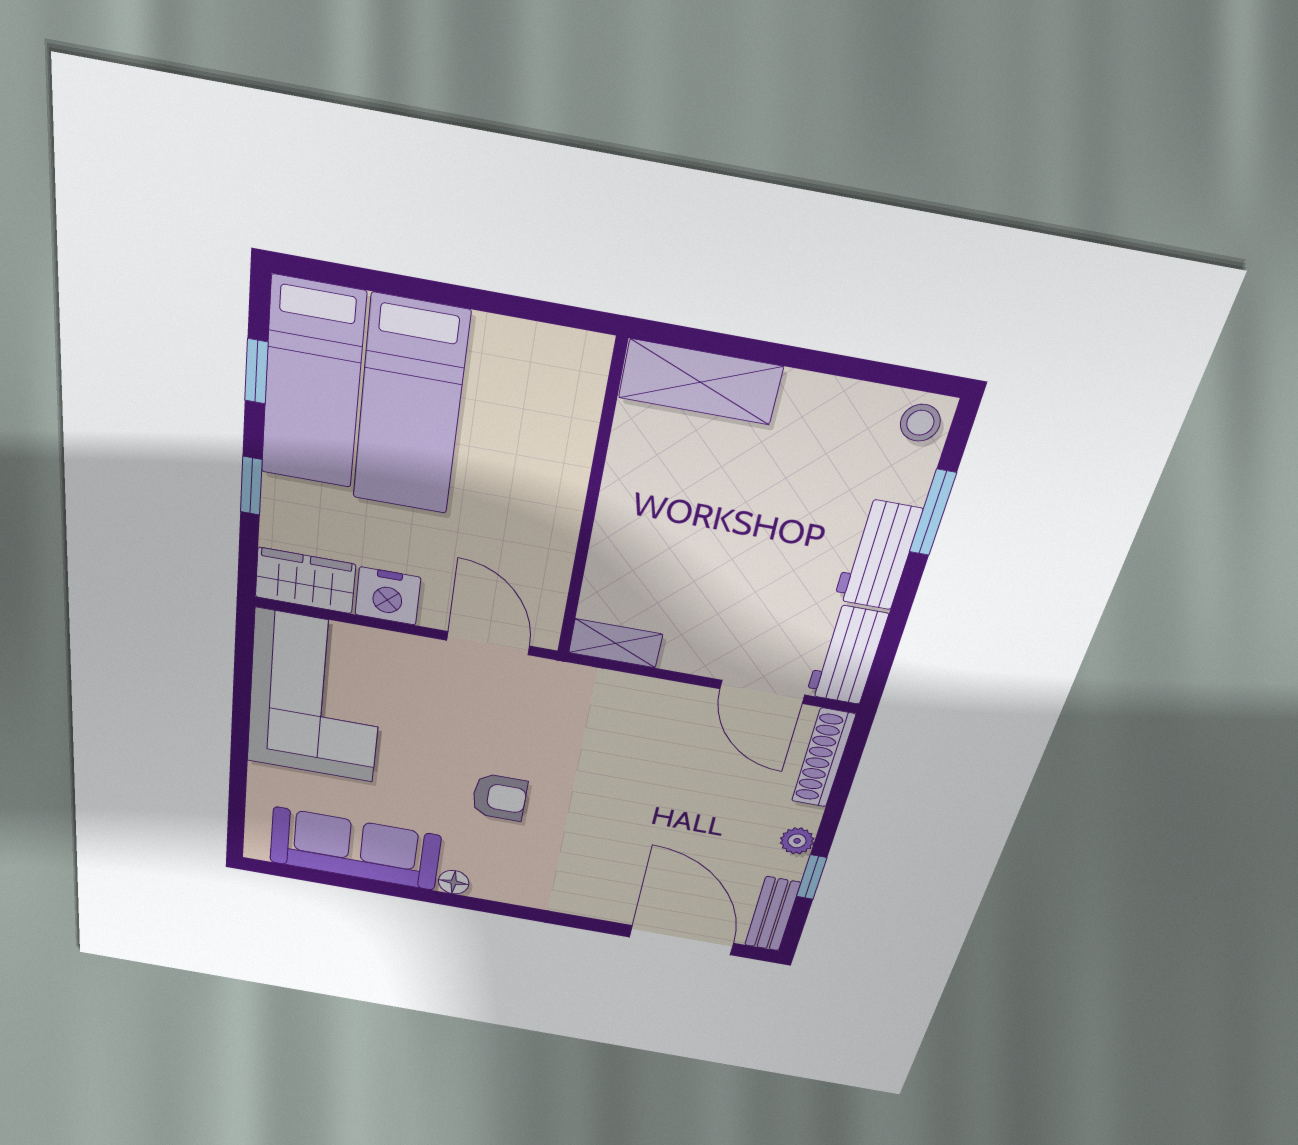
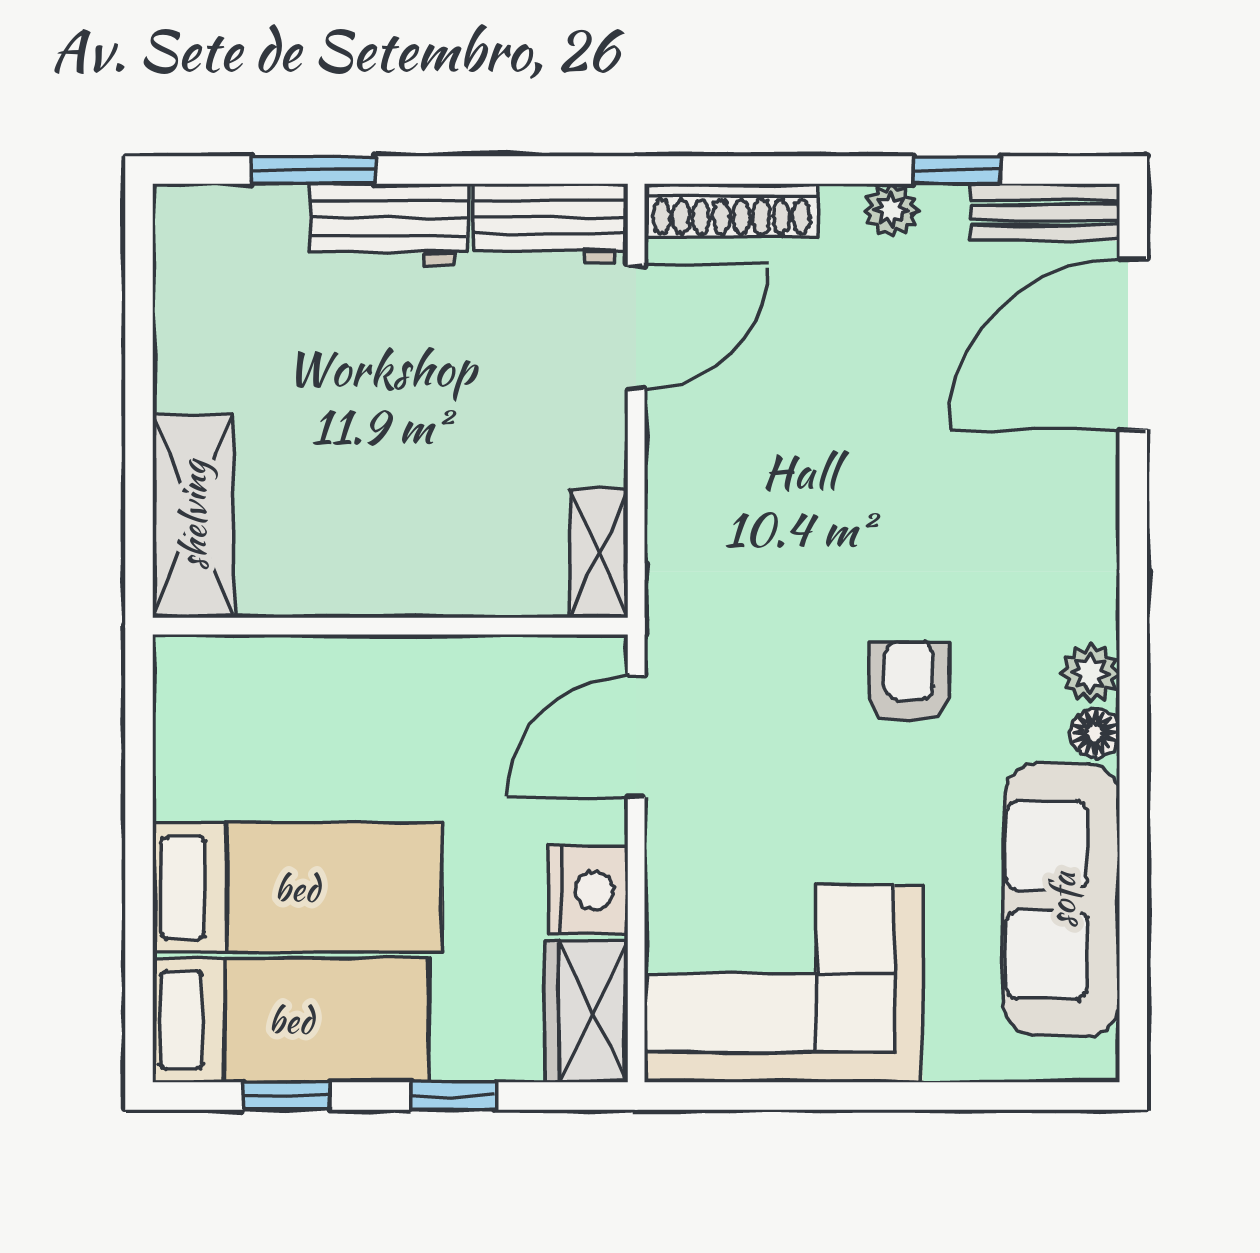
stool: (920, 423) -> (194, 223), removed
plant: (490, 886) -> (1090, 673), added

